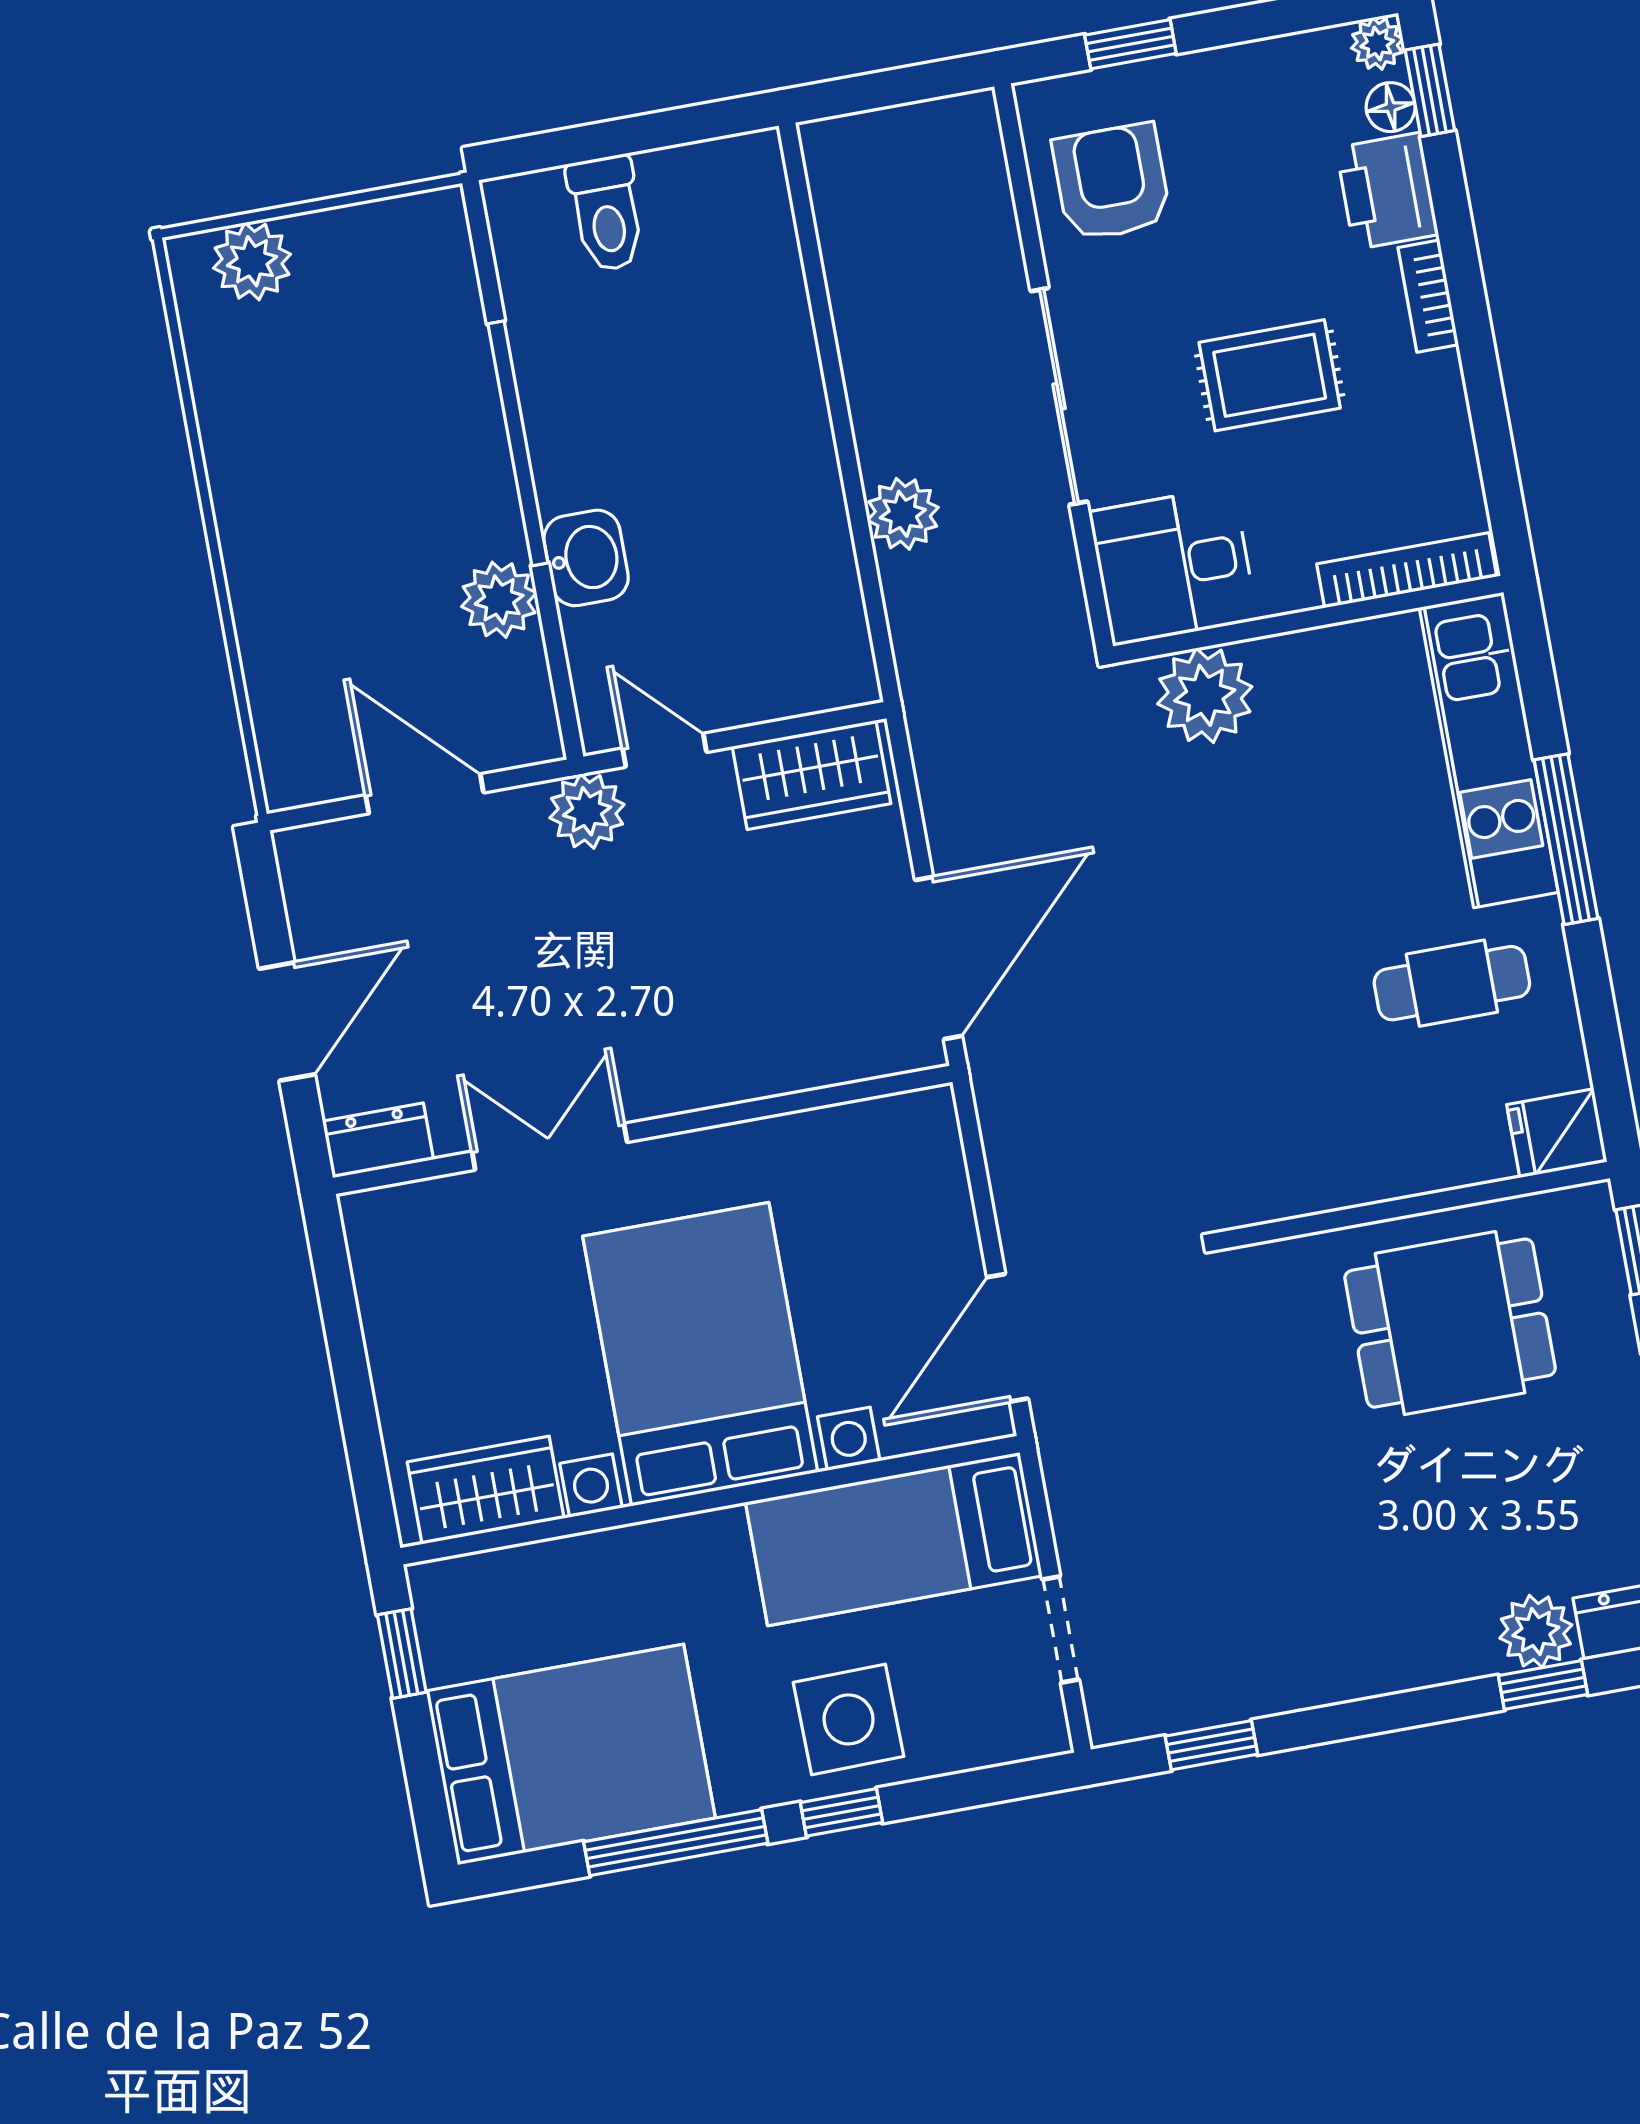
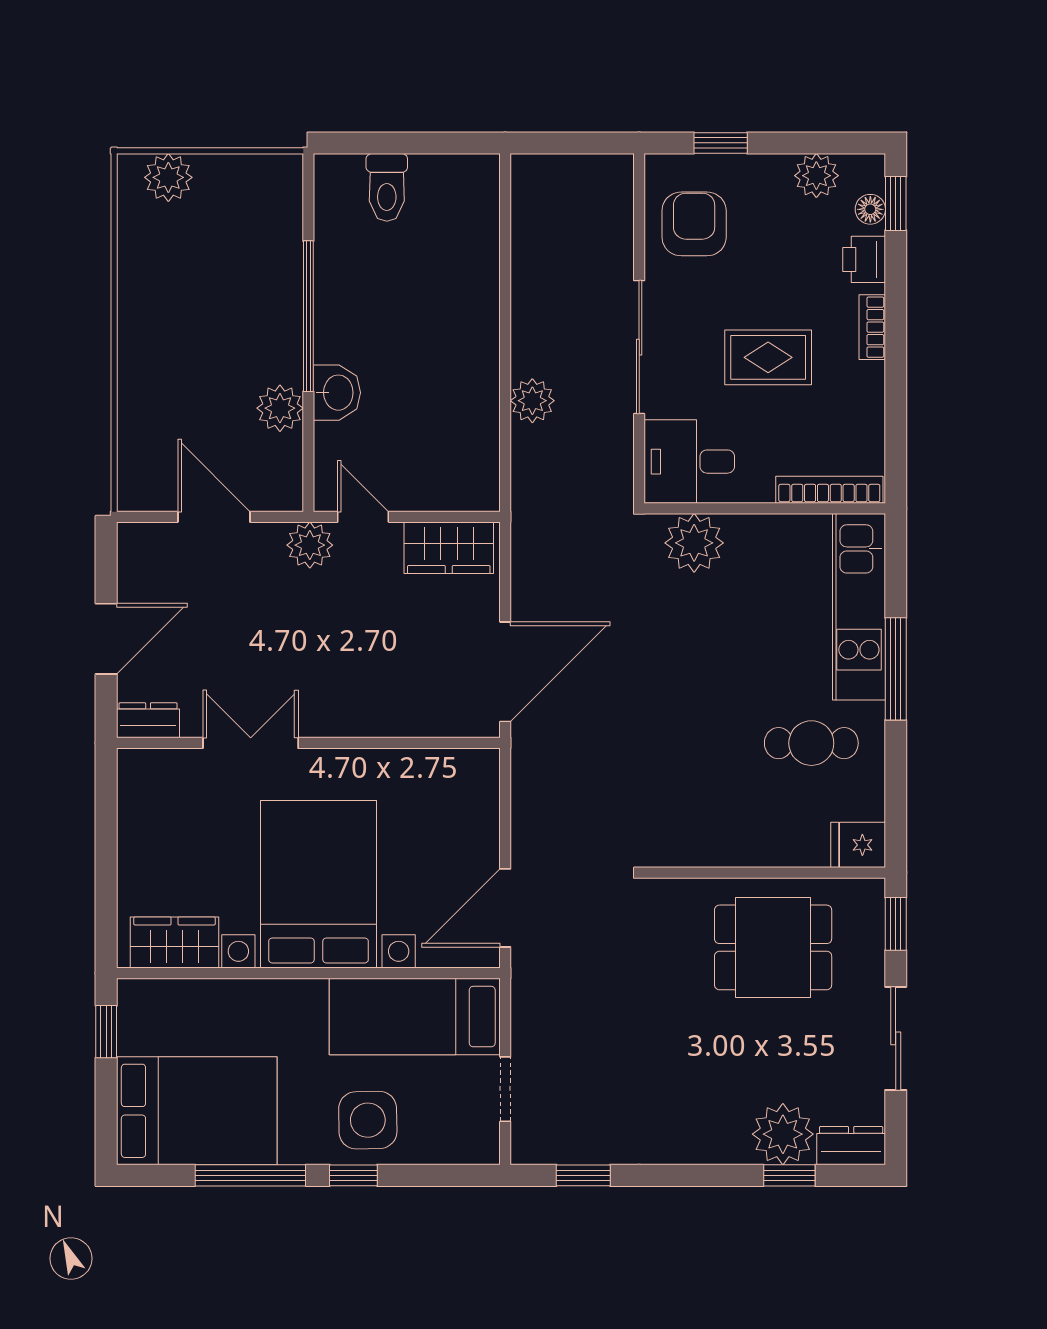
plant: (1377, 44) -> (816, 176), moved, width x1.38, depth x1.38
printer: (1387, 191) -> (864, 259), width x0.73, depth x0.81
plant: (1536, 1631) -> (783, 1134), width x1.36, depth x1.36

